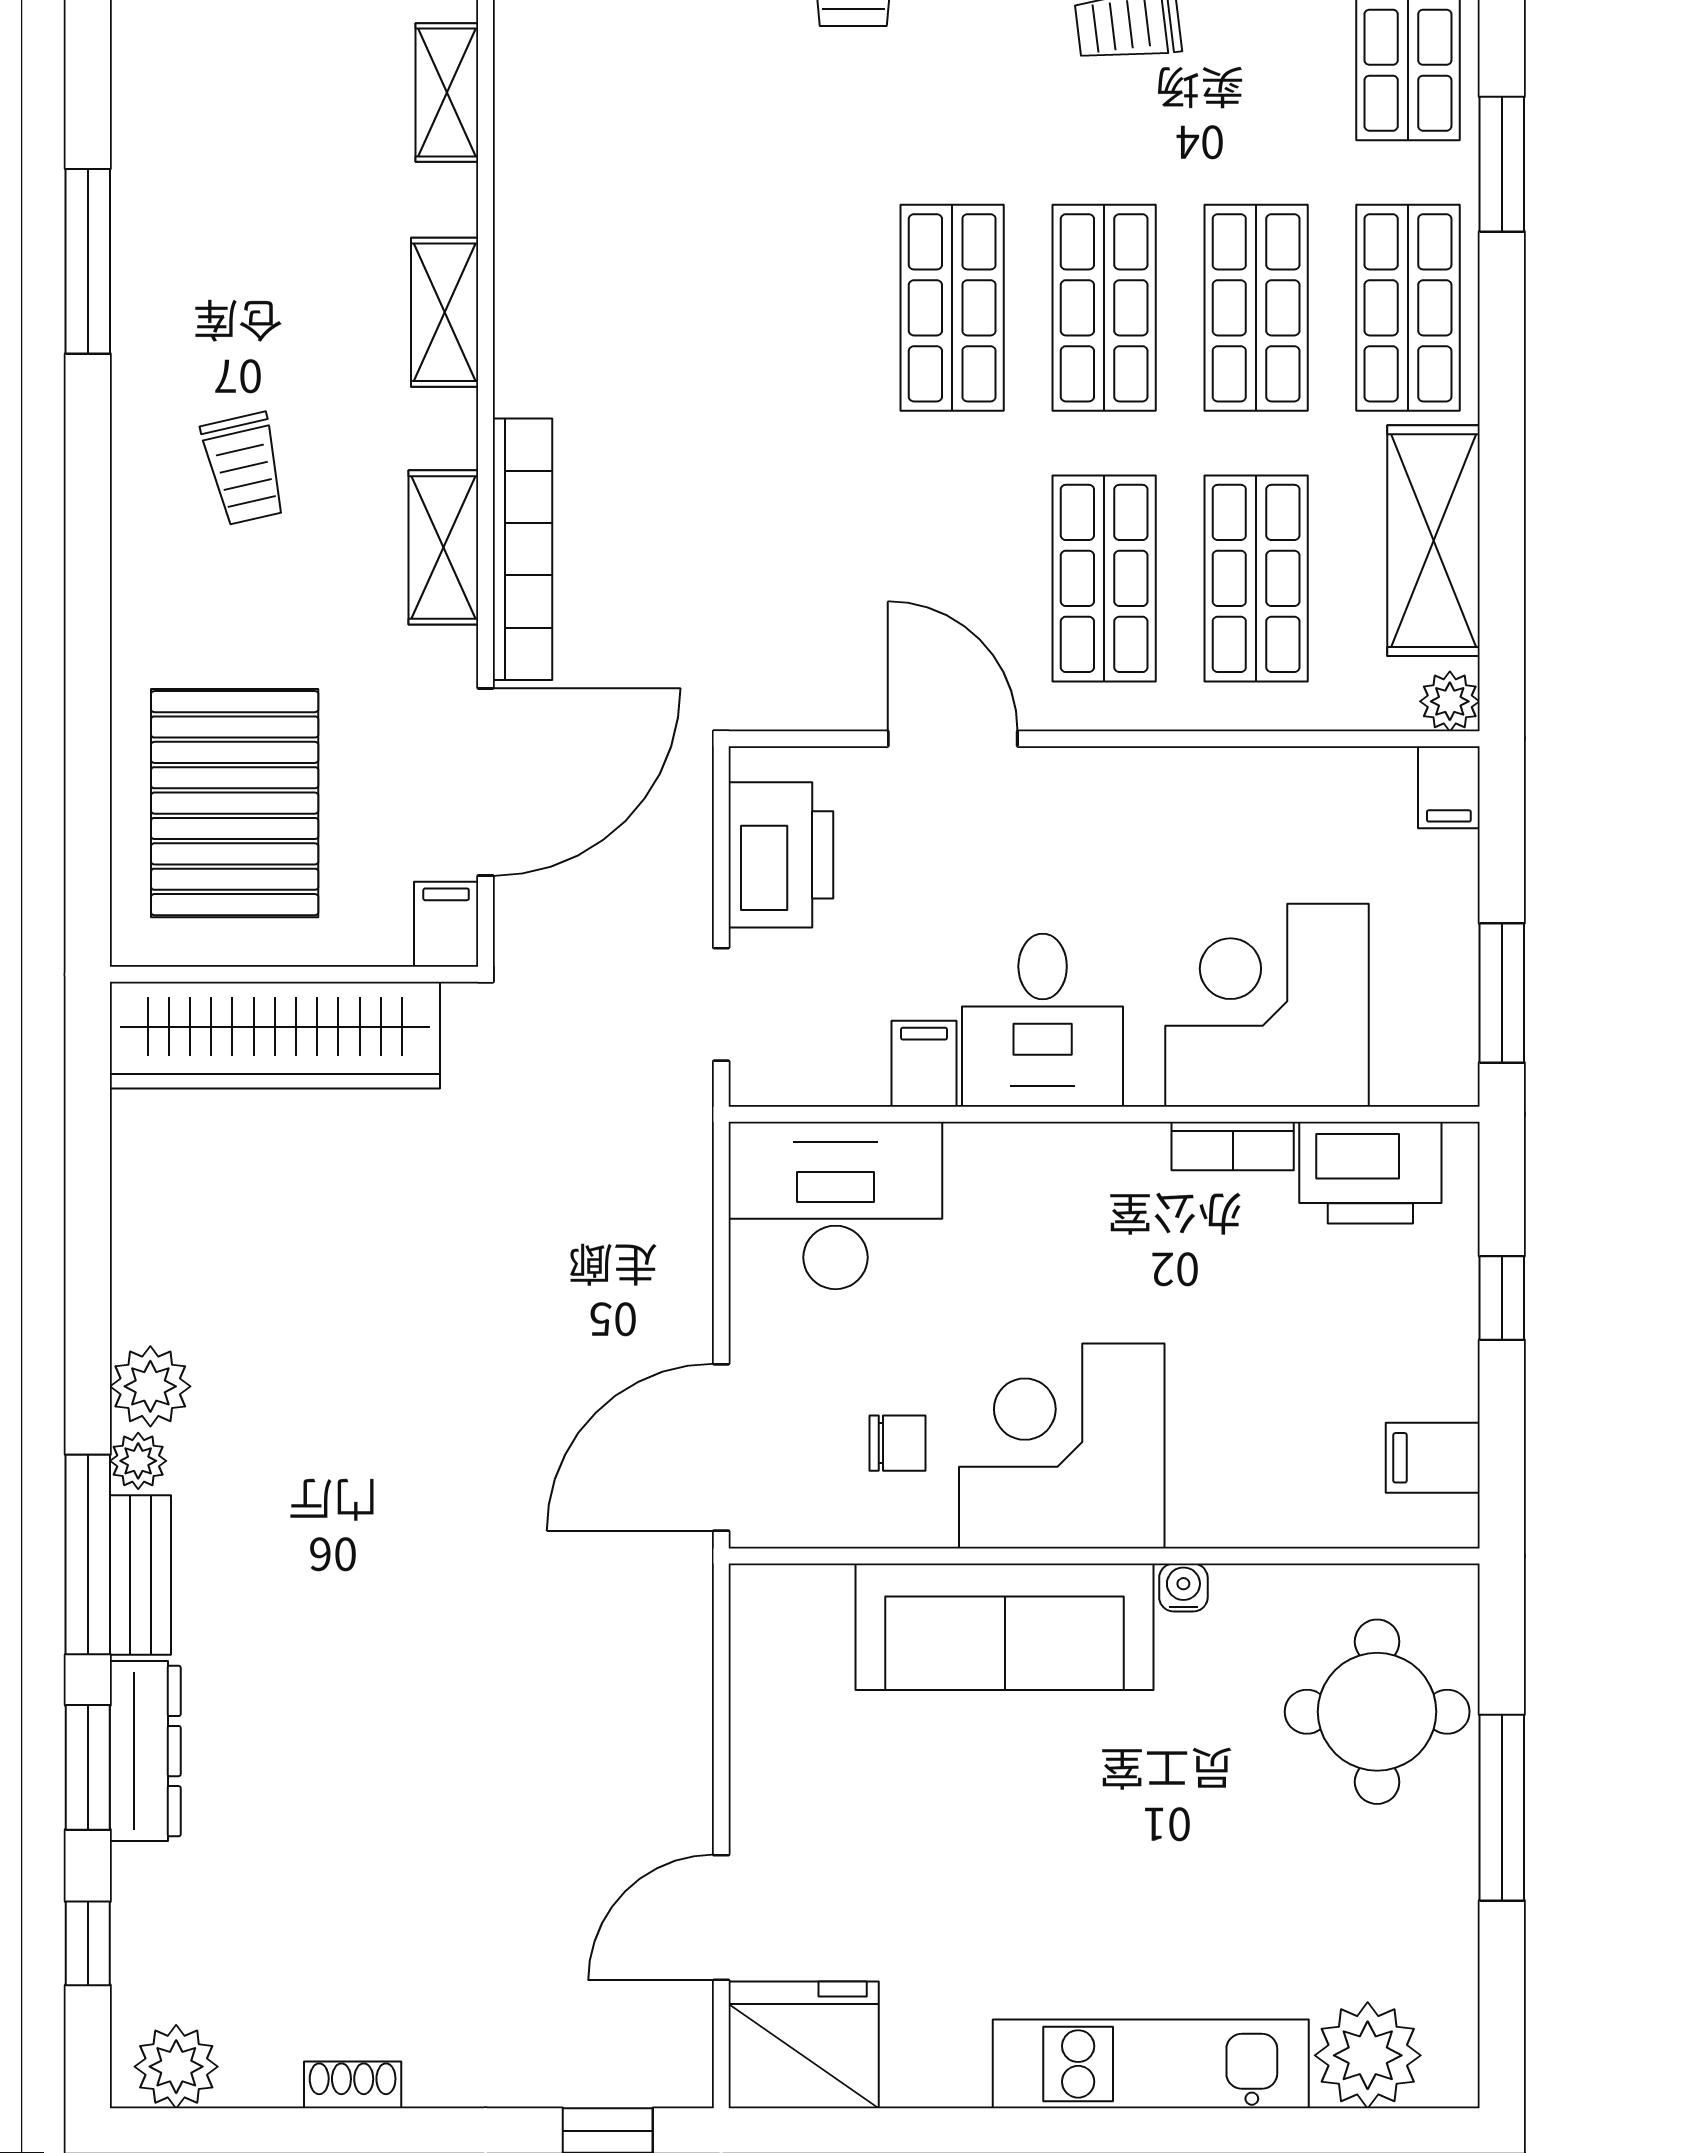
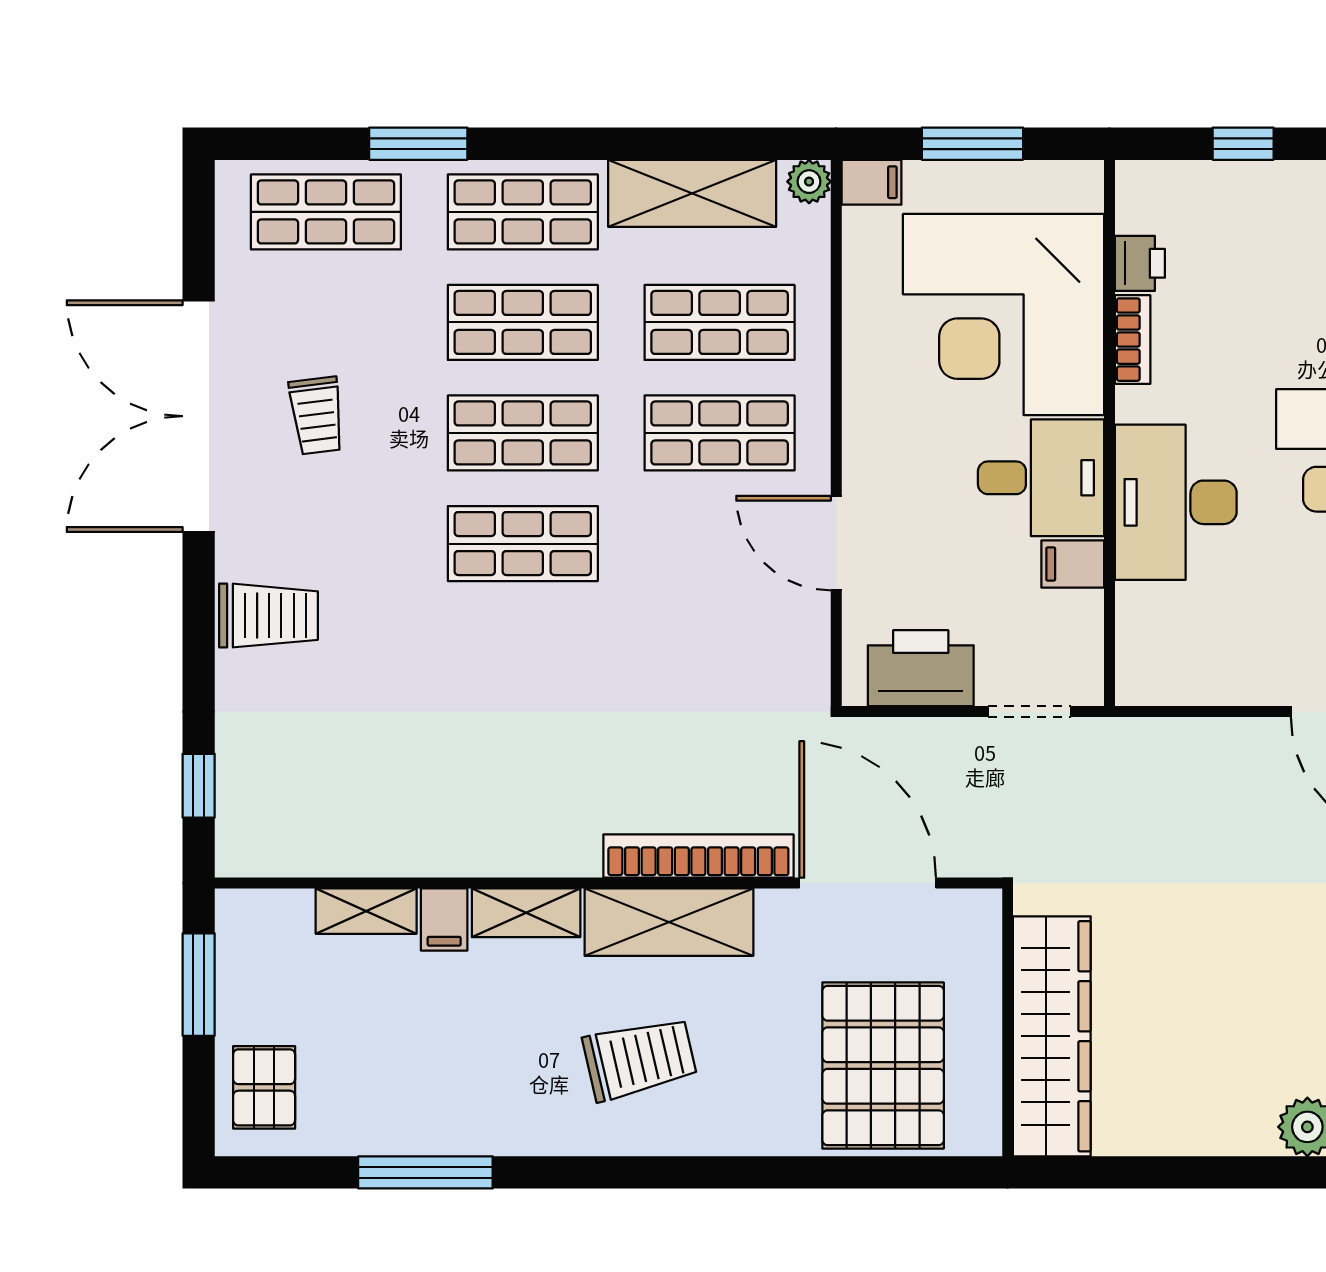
window: (88, 261) -> (425, 1172), moved
trolley: (244, 469) -> (640, 1059), width x1.36, depth x1.39
shelving: (443, 547) -> (669, 922), width x1.50, depth x1.33
door: (953, 739) -> (836, 543), hinge flipped
pallet: (235, 803) -> (883, 1066), turned 90
filing cabinet: (446, 924) -> (444, 919), moved, turned -90
window: (1502, 993) -> (972, 144), moved
corner desk: (1267, 1005) -> (1004, 314), width x1.36, depth x1.36
printer: (1370, 1173) -> (1140, 263), width x0.53, depth x0.68
desk: (835, 1205) -> (1176, 502), moved

